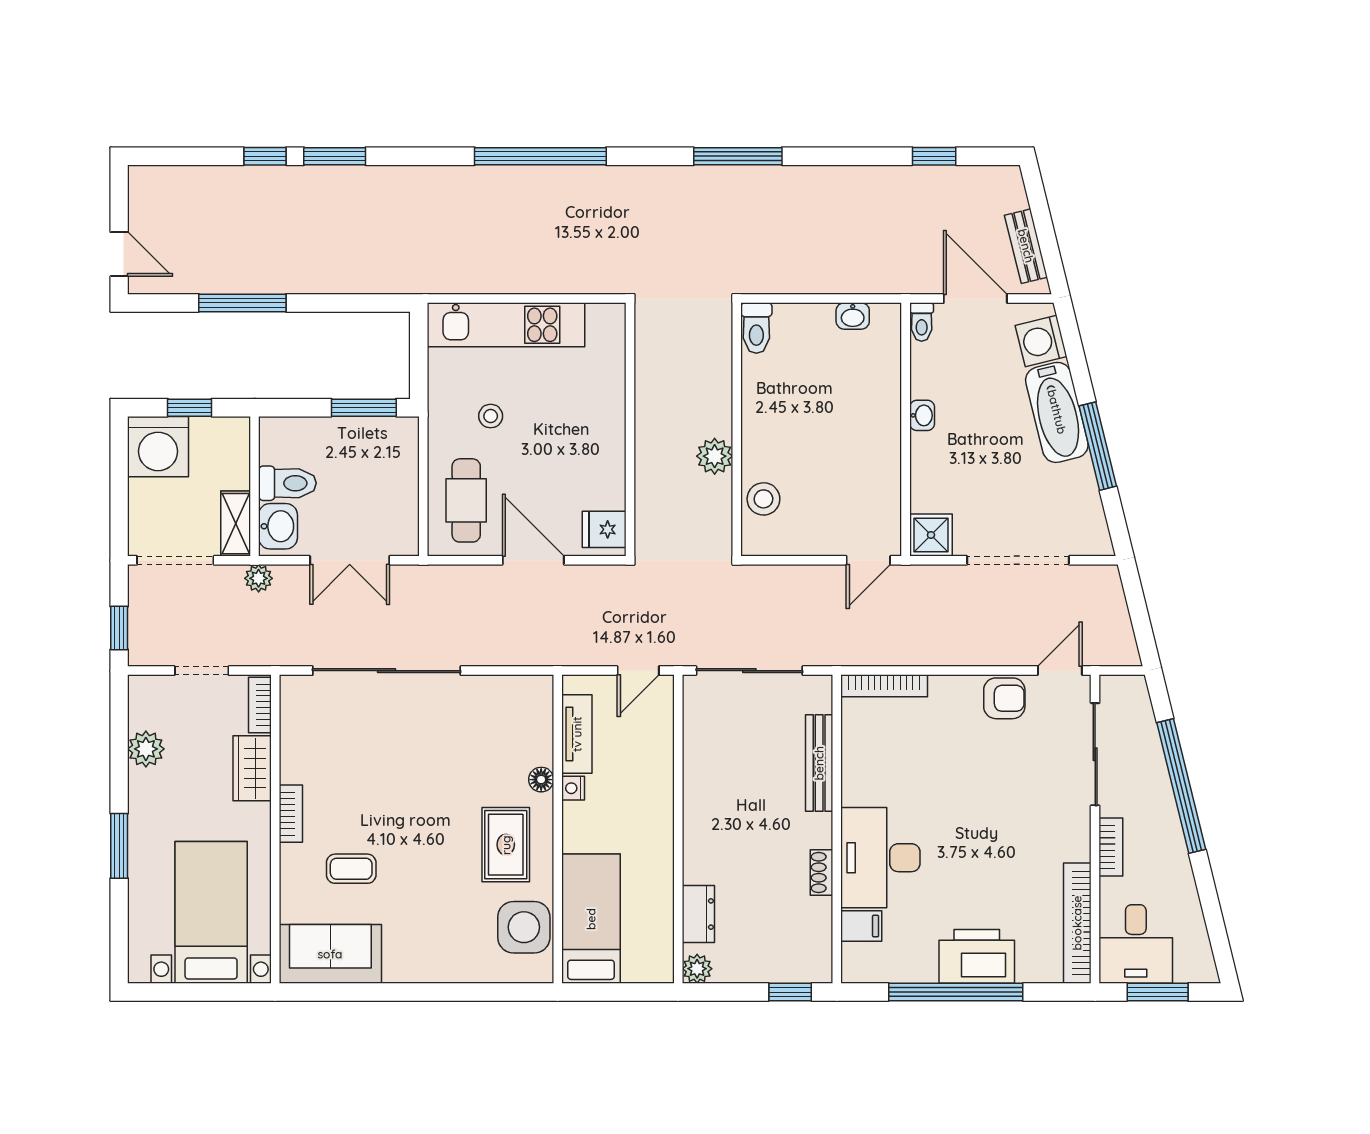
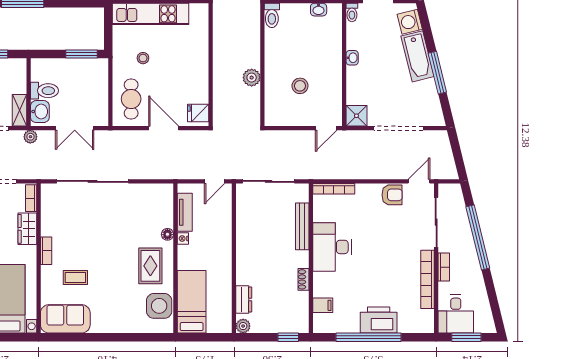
stool: (763, 499) -> (300, 86), moved
desk: (880, 858) -> (332, 247), moved
bookcase: (1077, 923) -> (427, 279), moved

